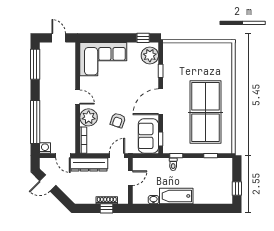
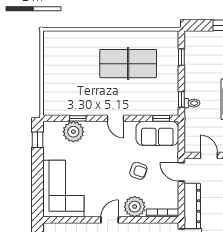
plant: (150, 55) -> (73, 132), moved
door: (161, 102) -> (116, 118), width x0.53
table tennis table: (206, 112) -> (128, 64), width x0.73, depth x0.76

